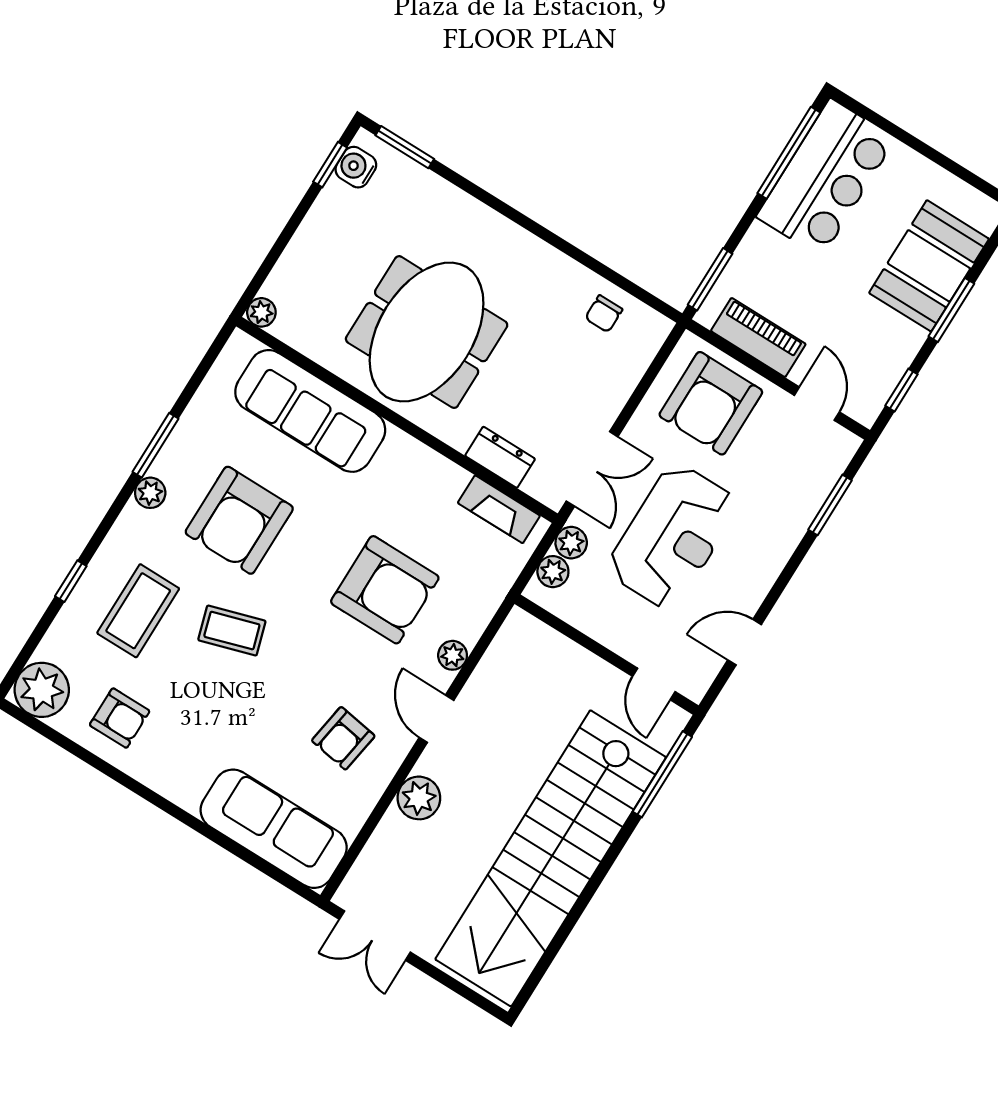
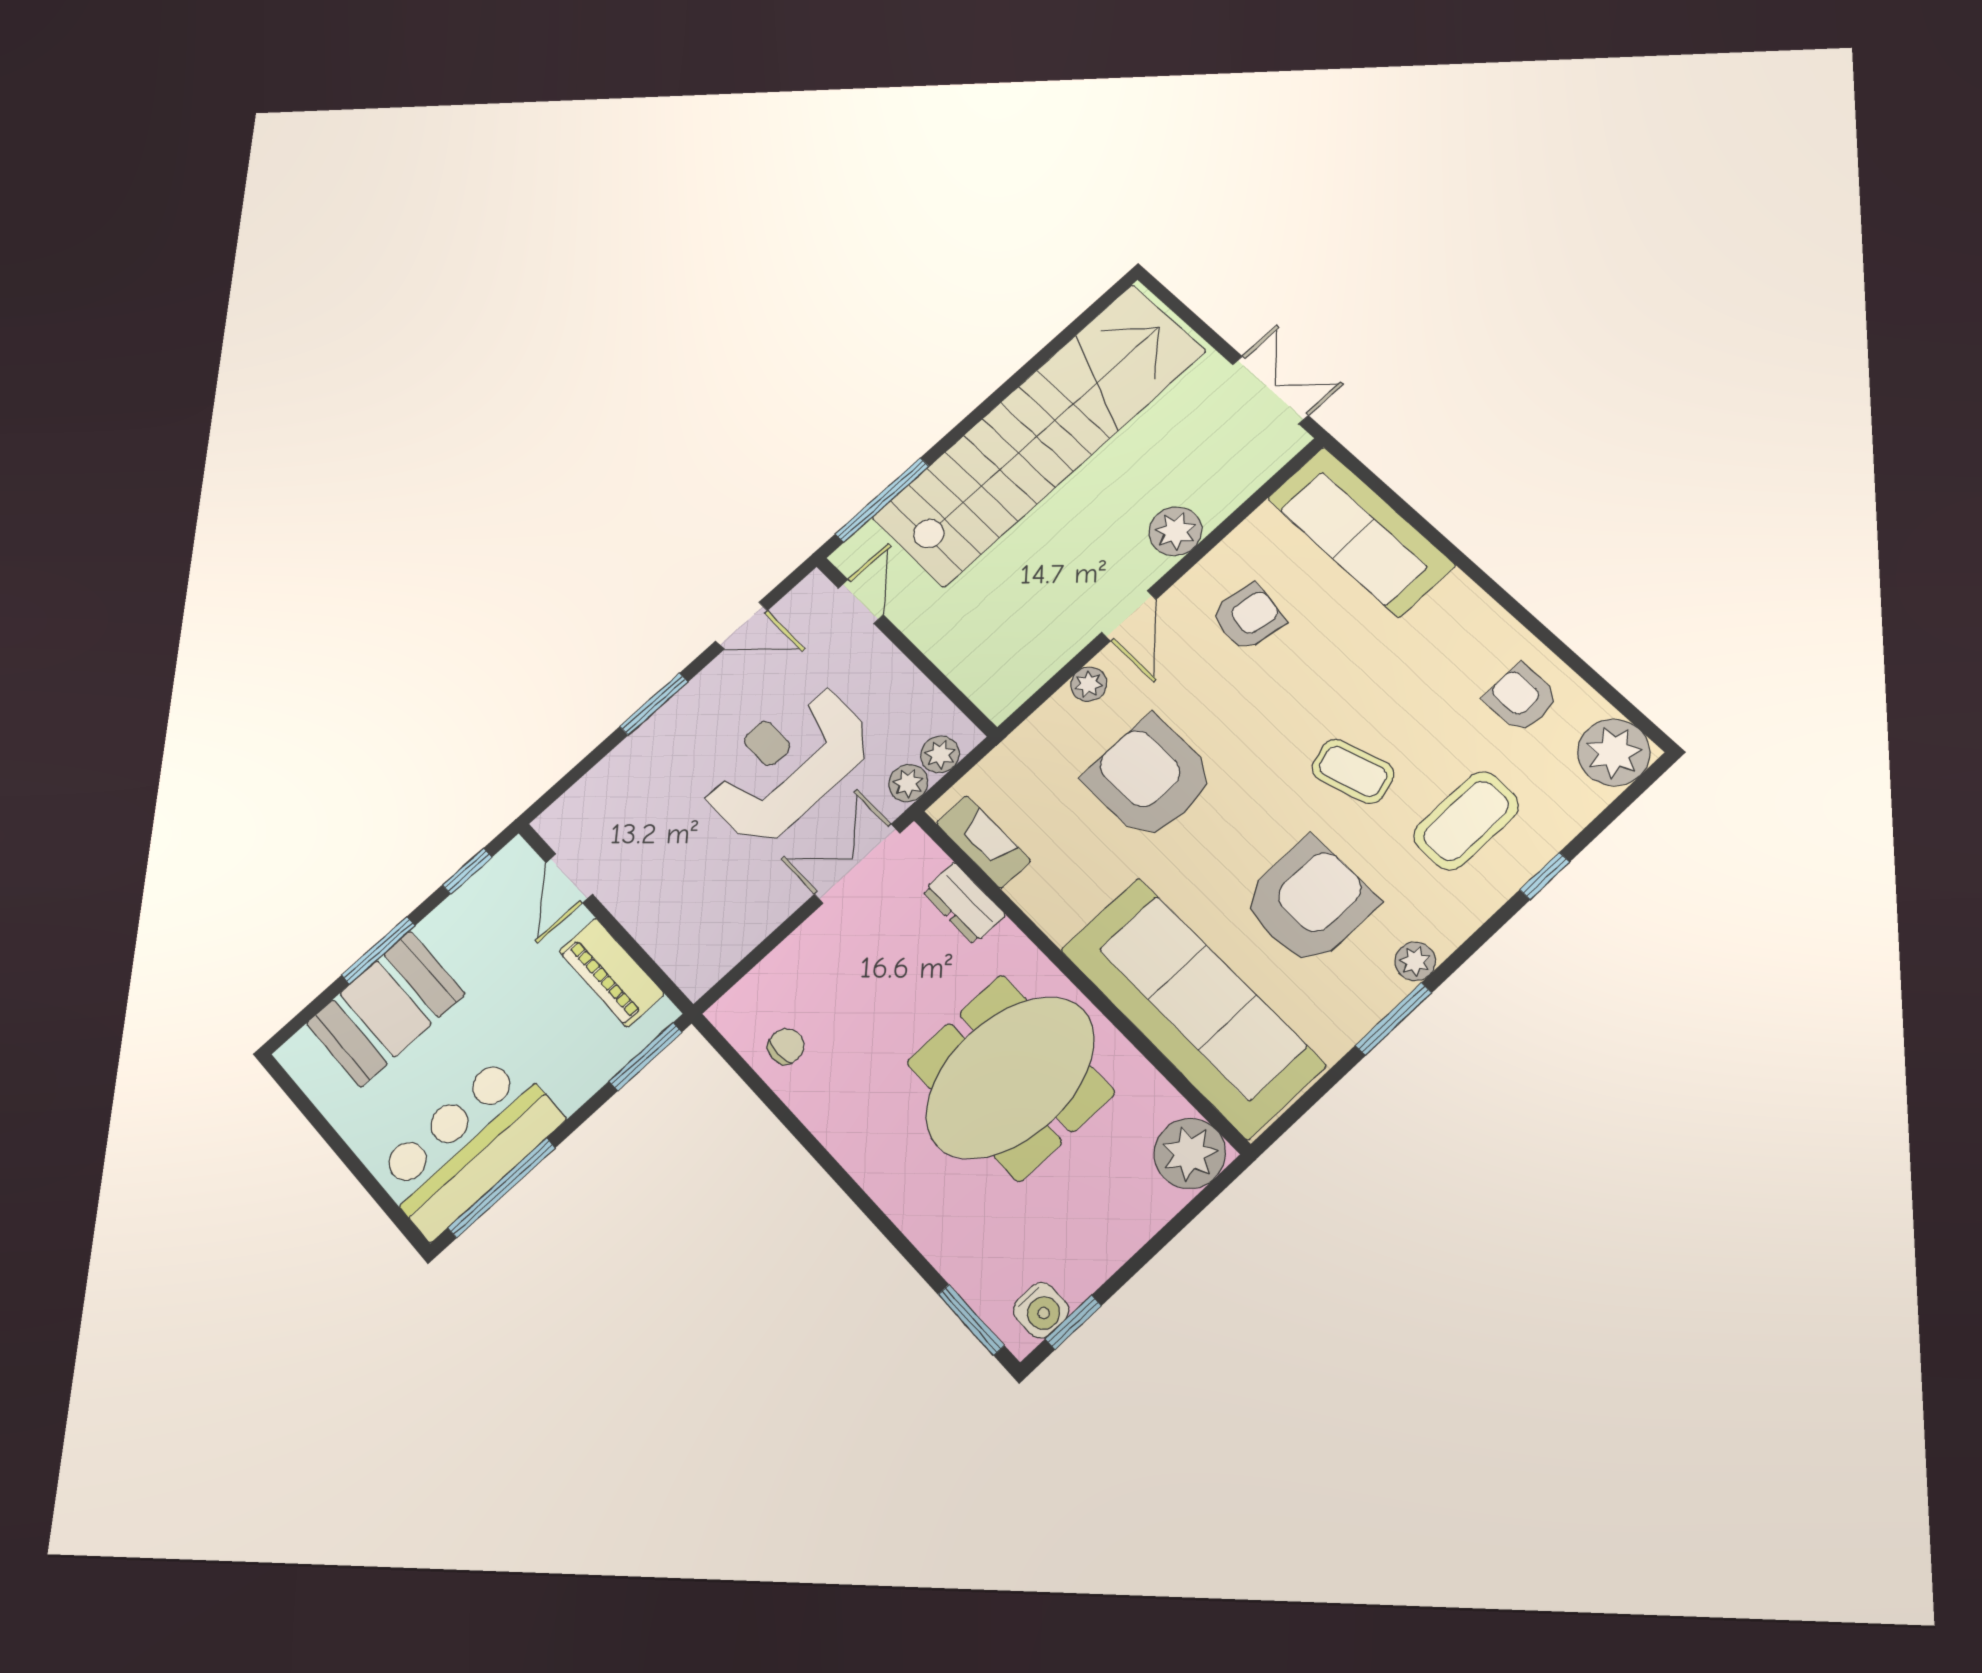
plant: (261, 312) -> (1190, 1153), width x1.87, depth x1.87
armchair: (711, 403) -> (692, 908), removed
sofa: (310, 411) -> (1192, 1007), width x1.36, depth x1.27
window: (830, 505) -> (654, 704), moved

